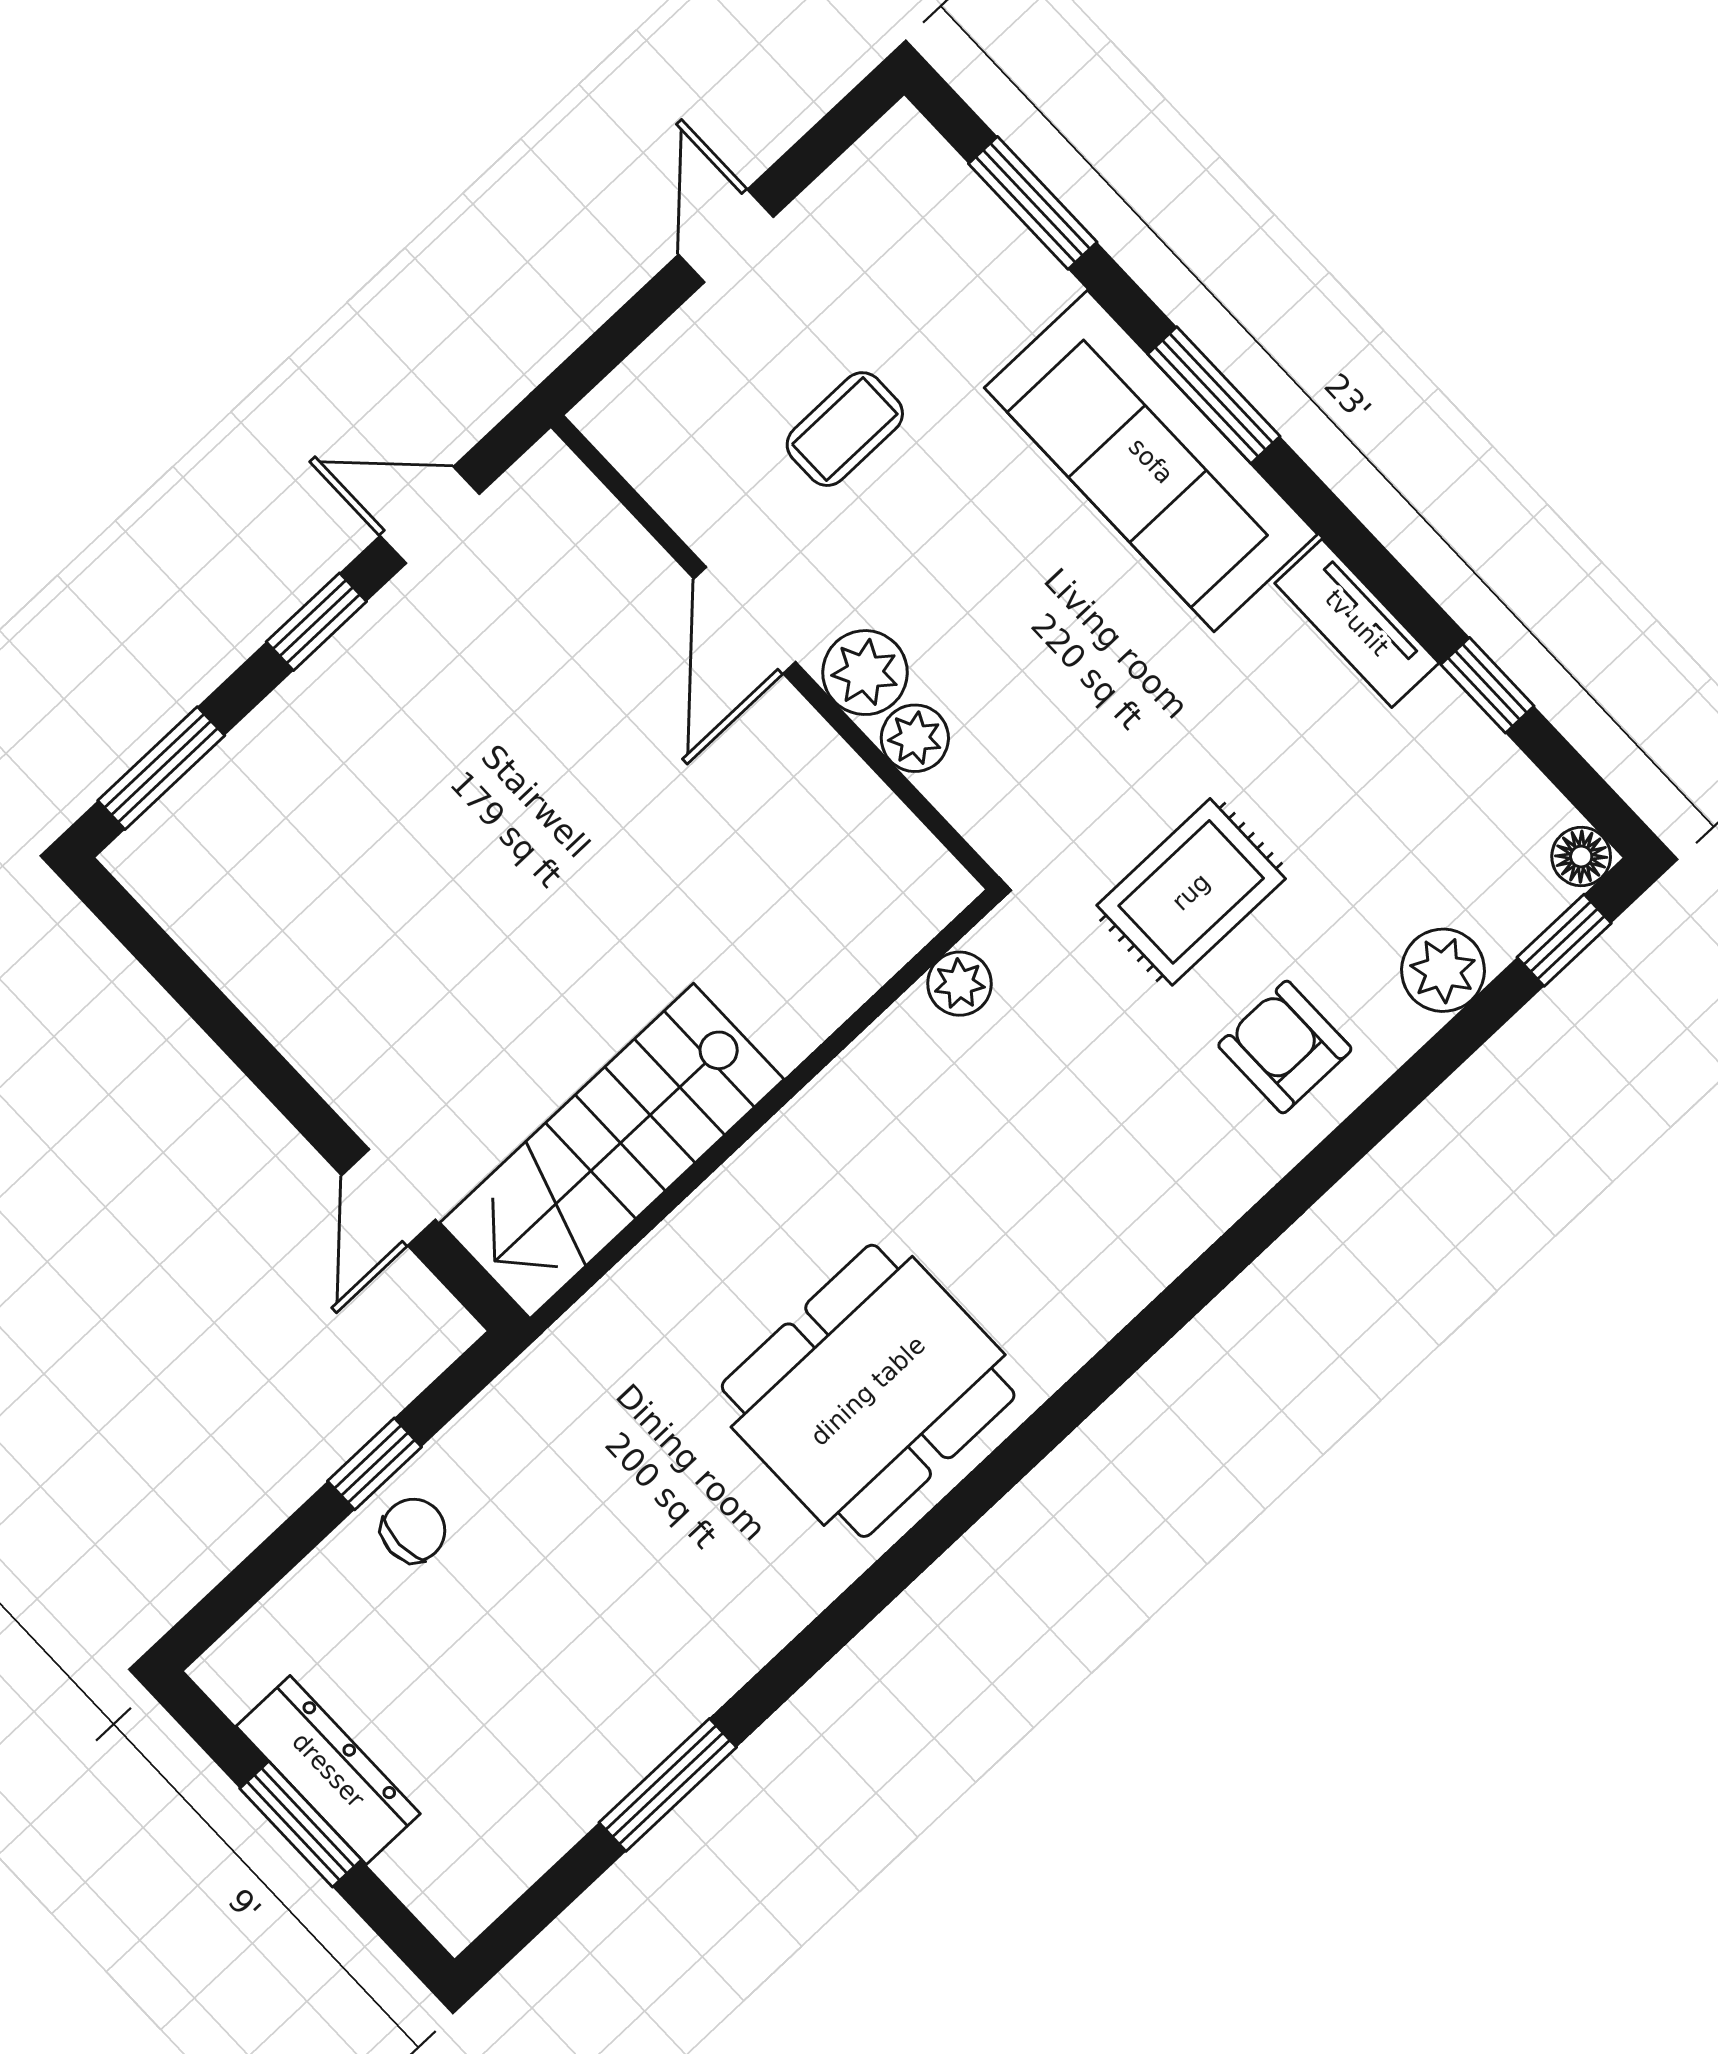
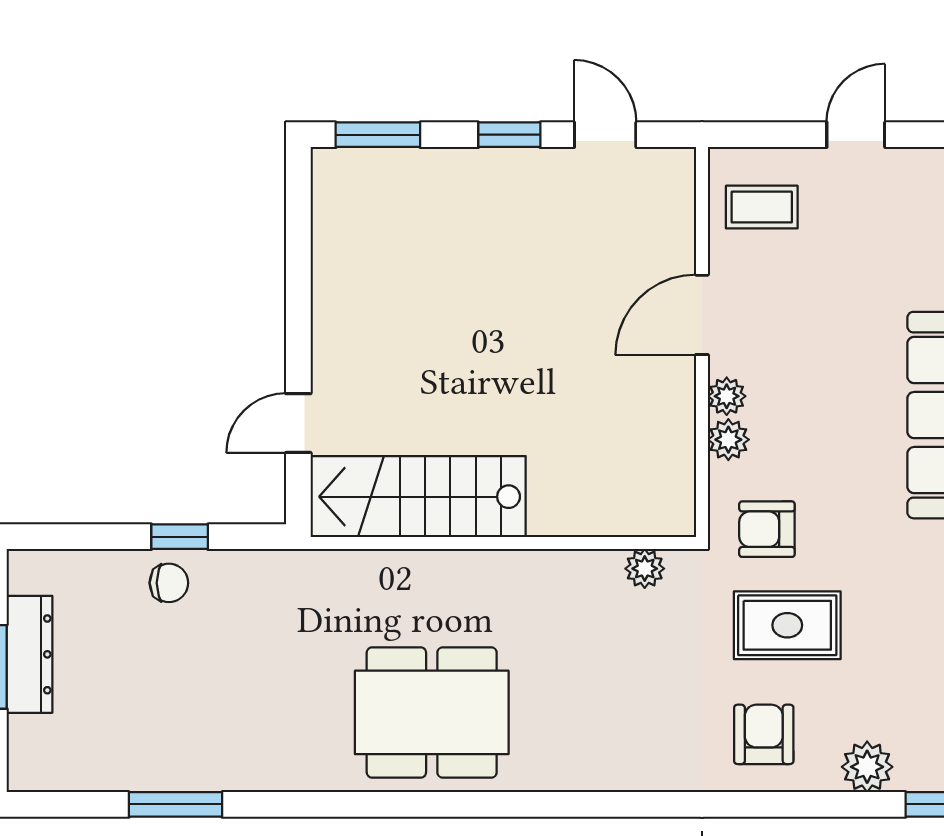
coffee table: (845, 429) -> (762, 207), moved
plant: (865, 673) -> (727, 396), width x0.73, depth x0.73
armchair: (1060, 801) -> (767, 529), added

